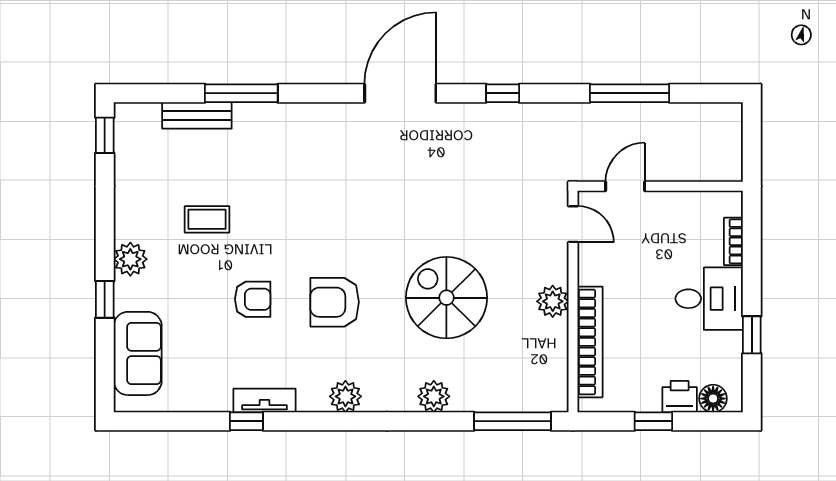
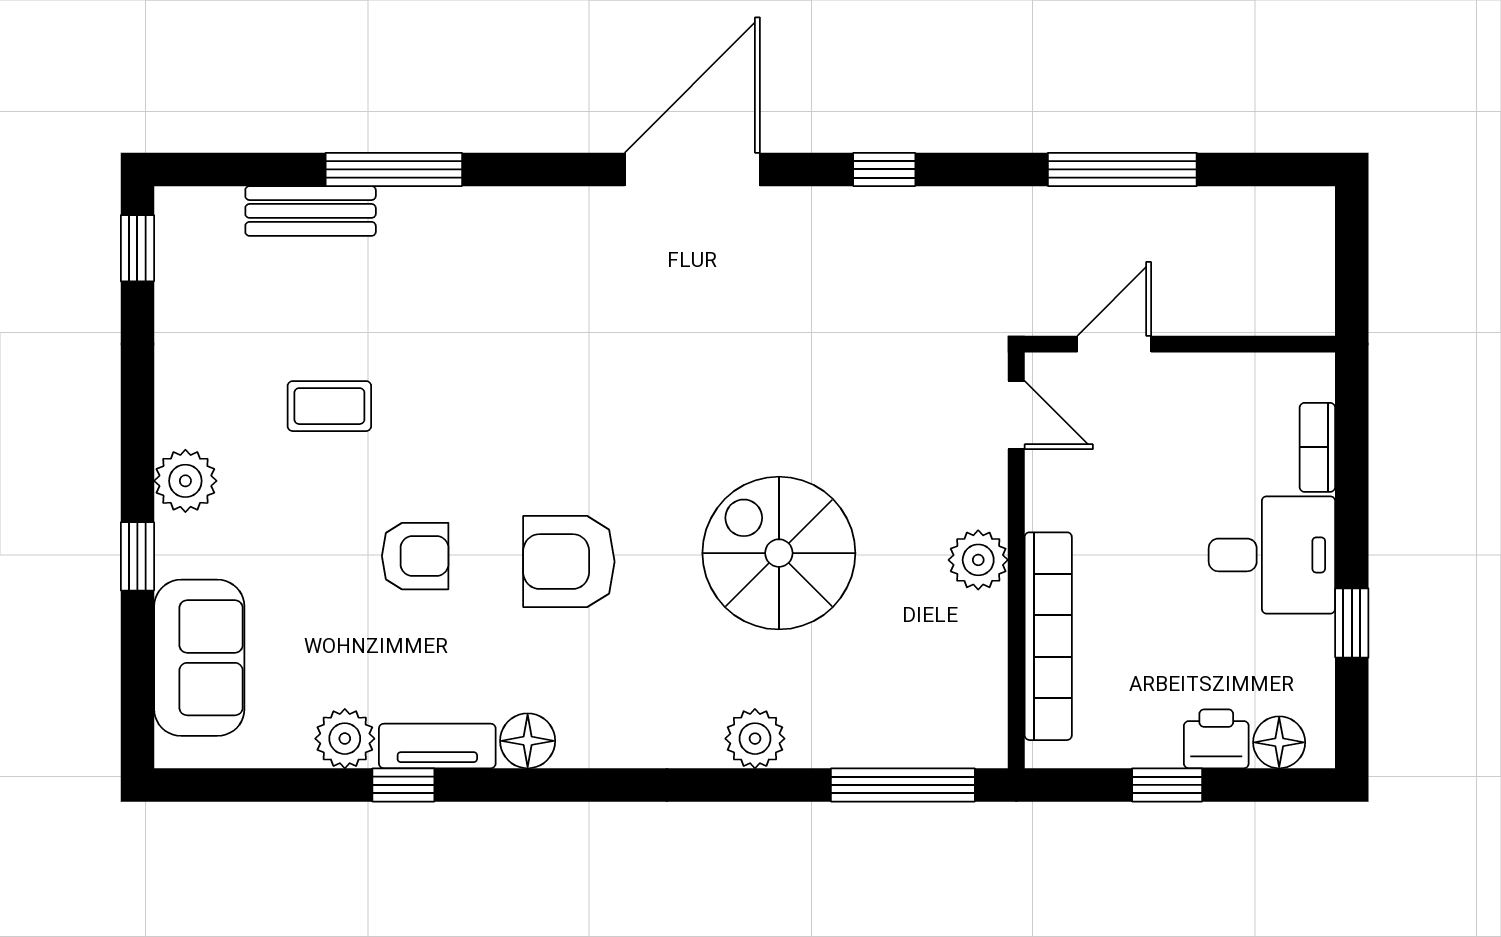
plant: (345, 396) -> (345, 739), moved
floor lamp: (313, 398) -> (528, 741), added

